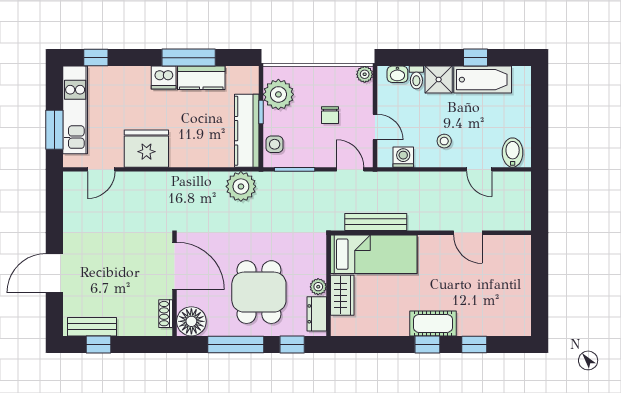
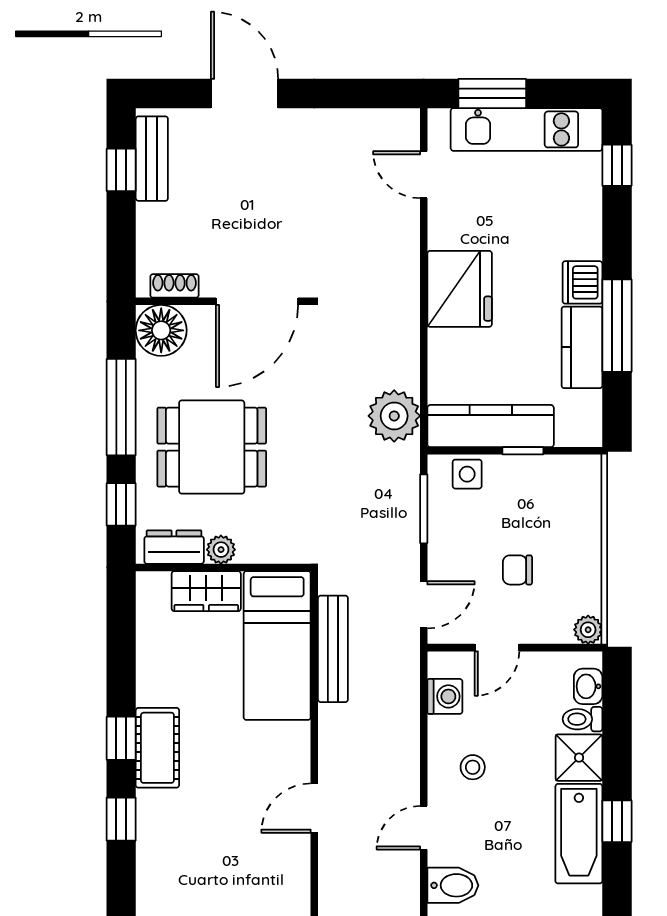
plant: (278, 94) -> (553, 481), removed
fridge: (146, 149) -> (460, 289), moved

